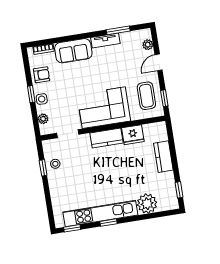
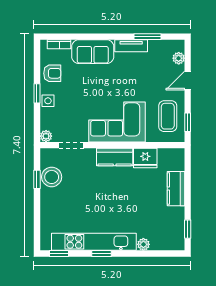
plant: (43, 119) -> (46, 136), moved
stool: (55, 164) -> (52, 177), width x1.89, depth x1.89
plant: (147, 204) -> (143, 244), width x0.53, depth x0.53

